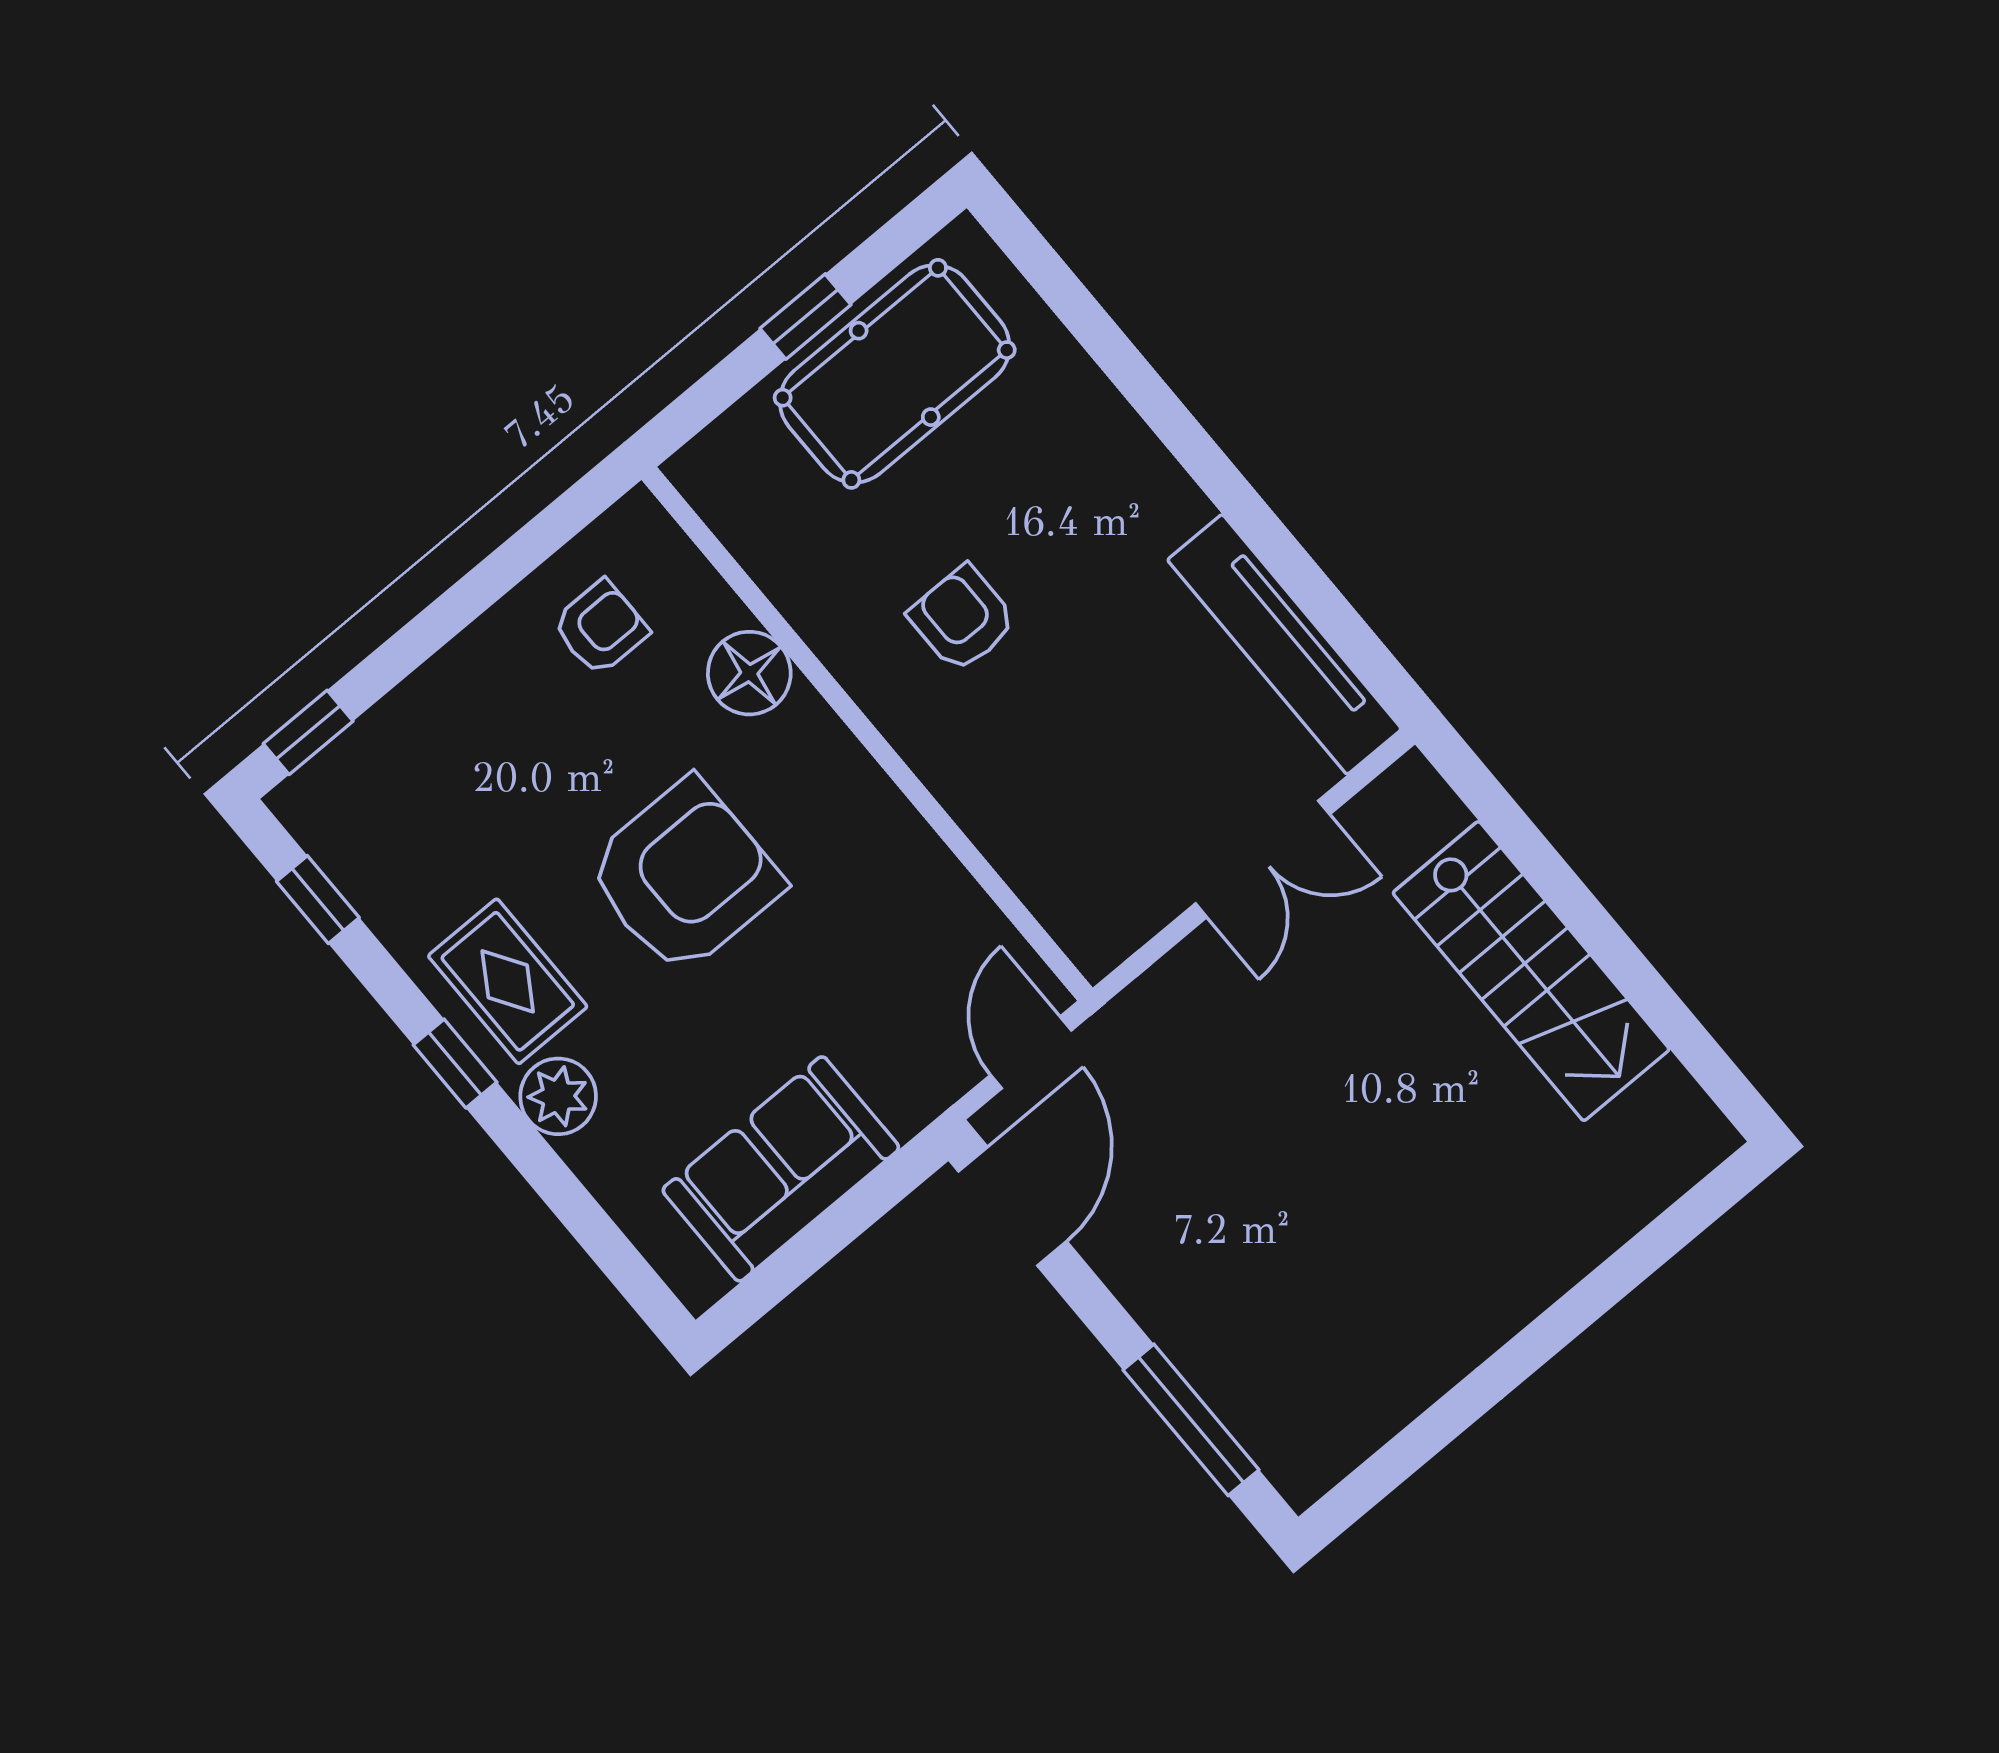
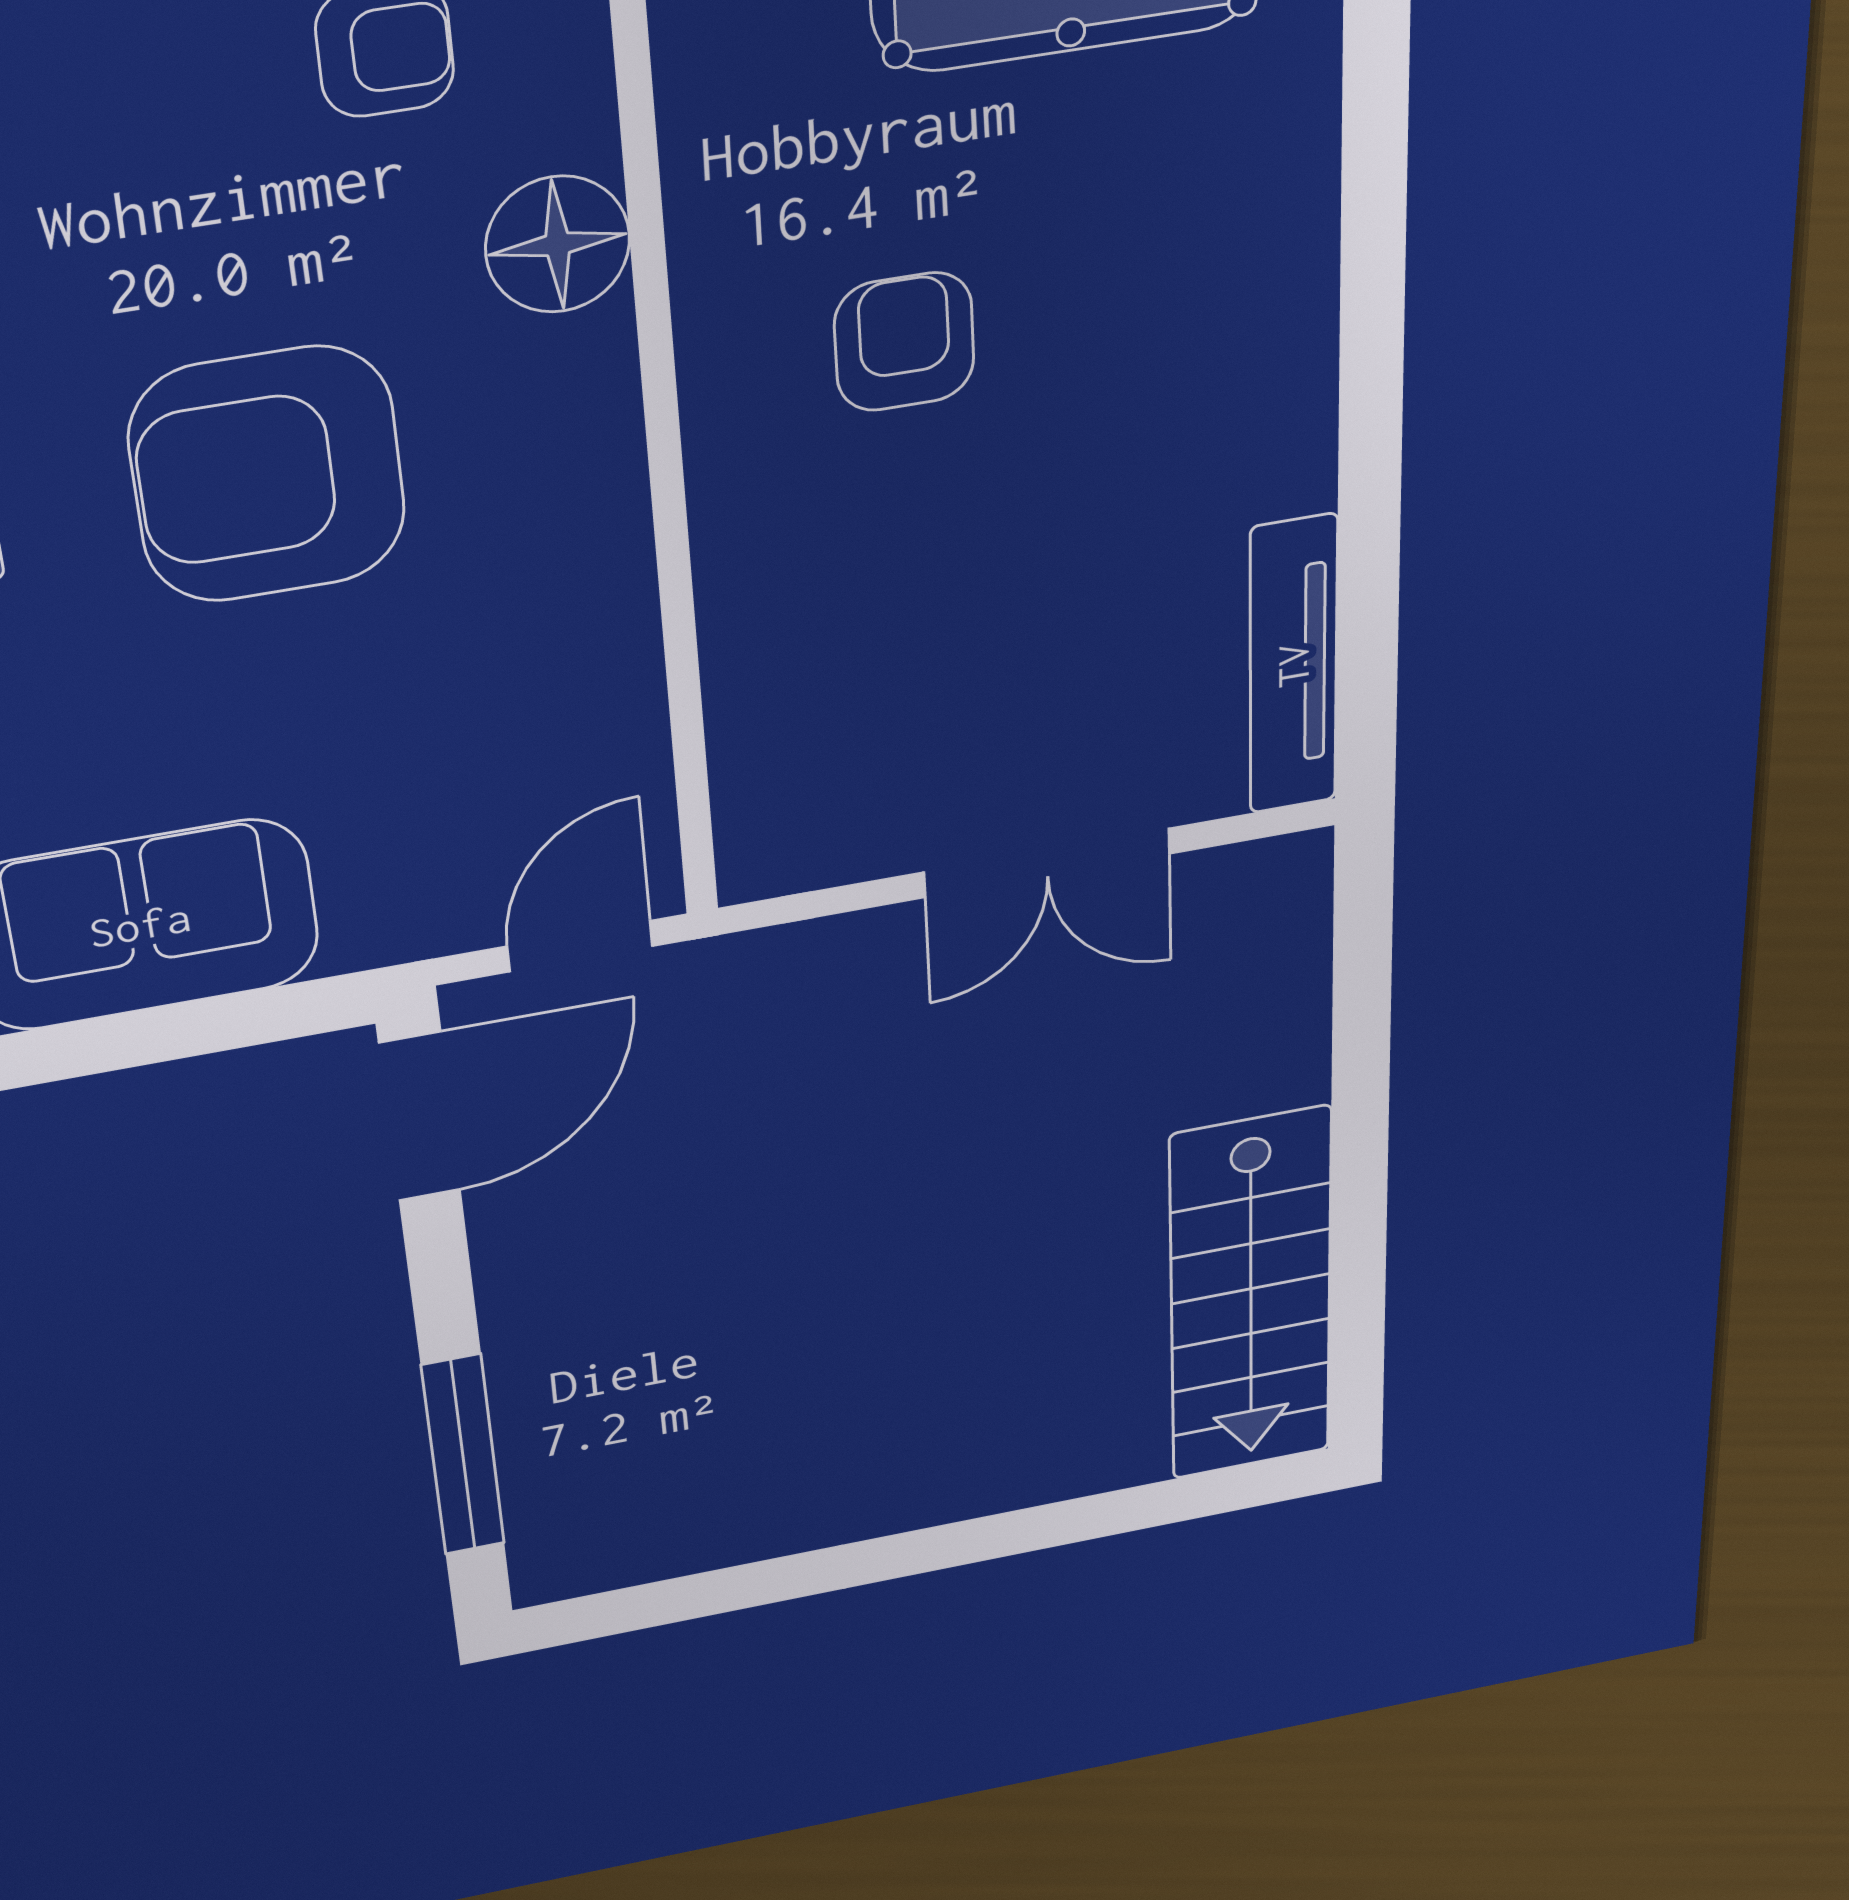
tv unit: (1285, 644) -> (1293, 665), width x0.73, depth x0.78
armchair: (684, 876) -> (268, 475), turned 180
stairs: (1531, 971) -> (1251, 1296), moved

